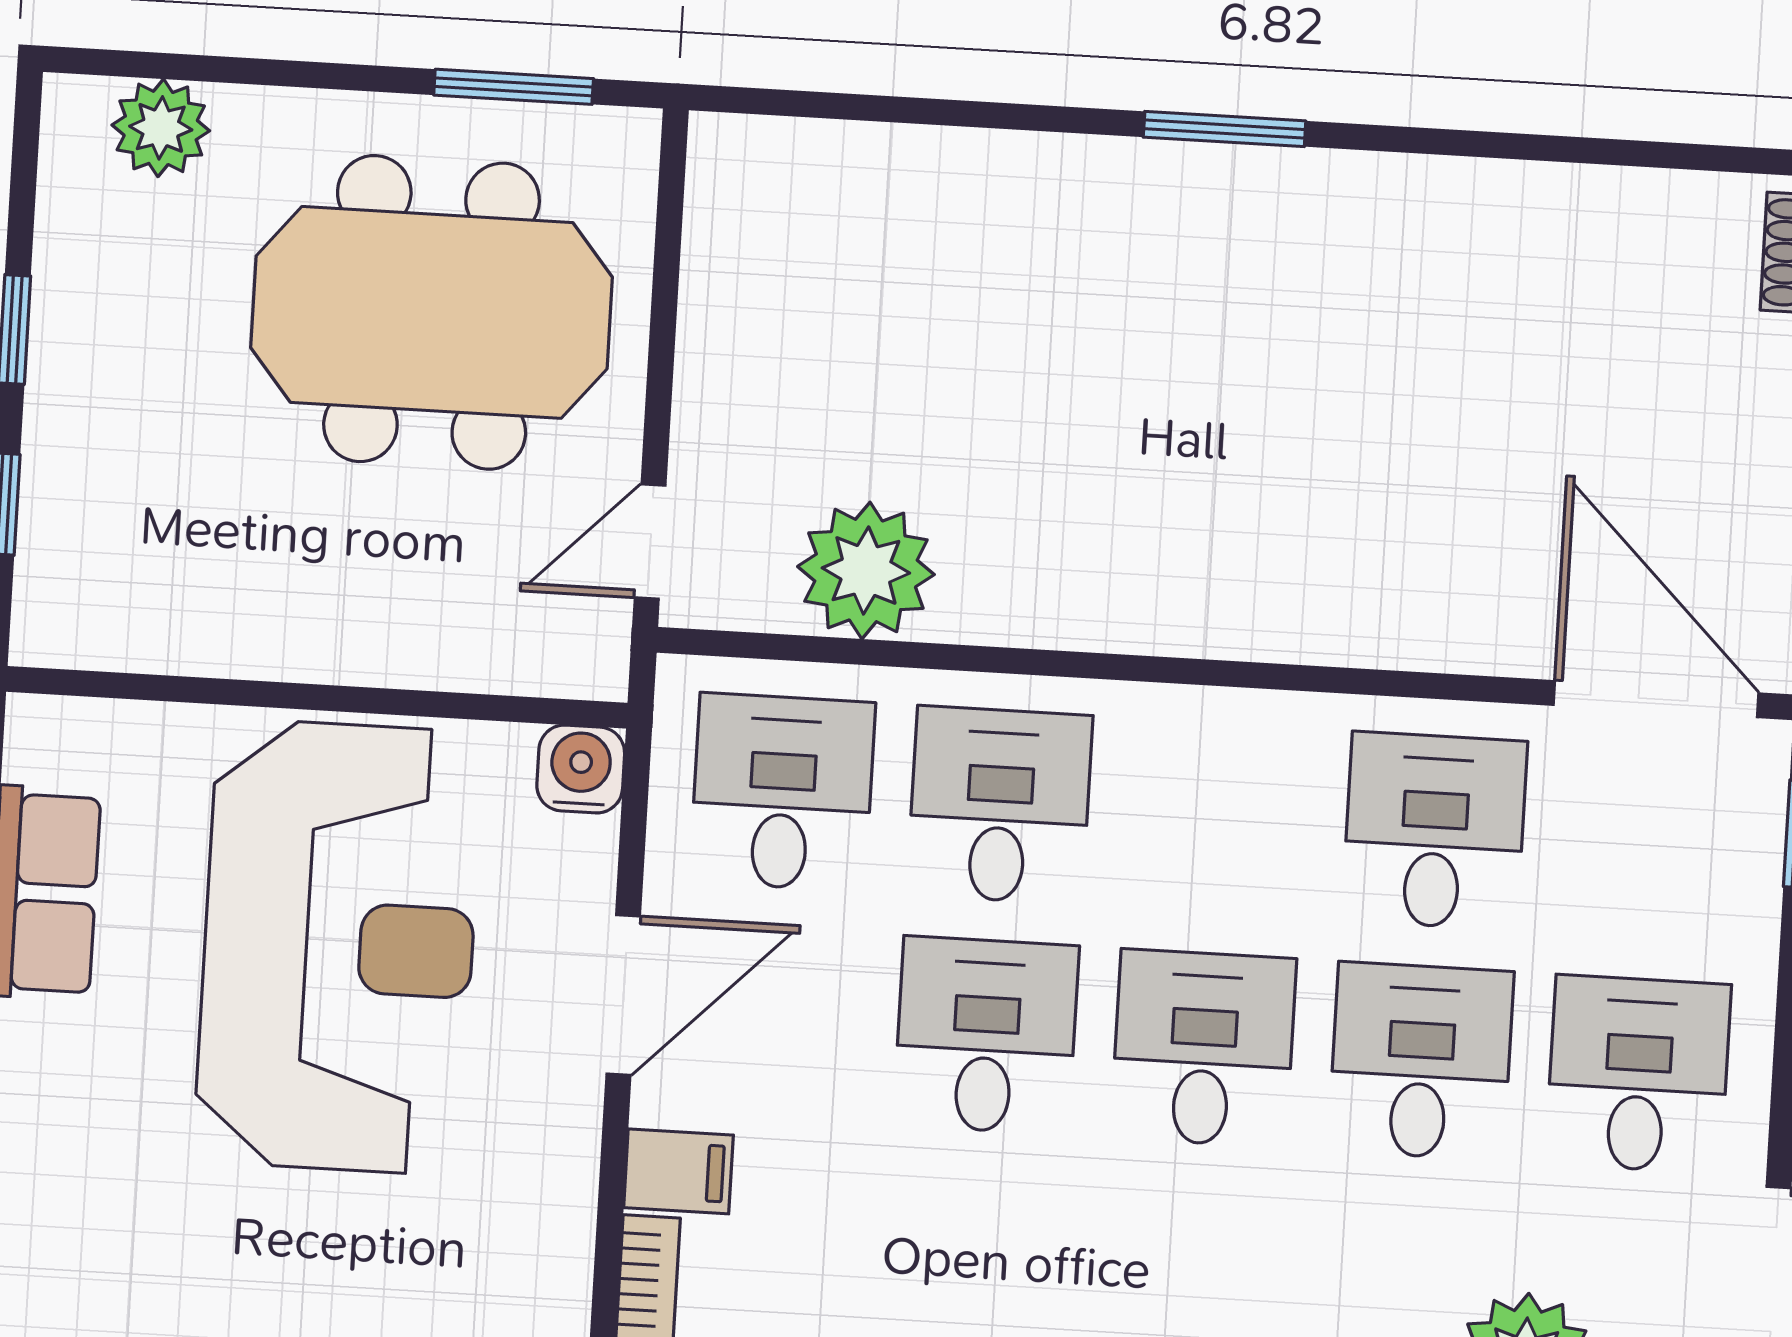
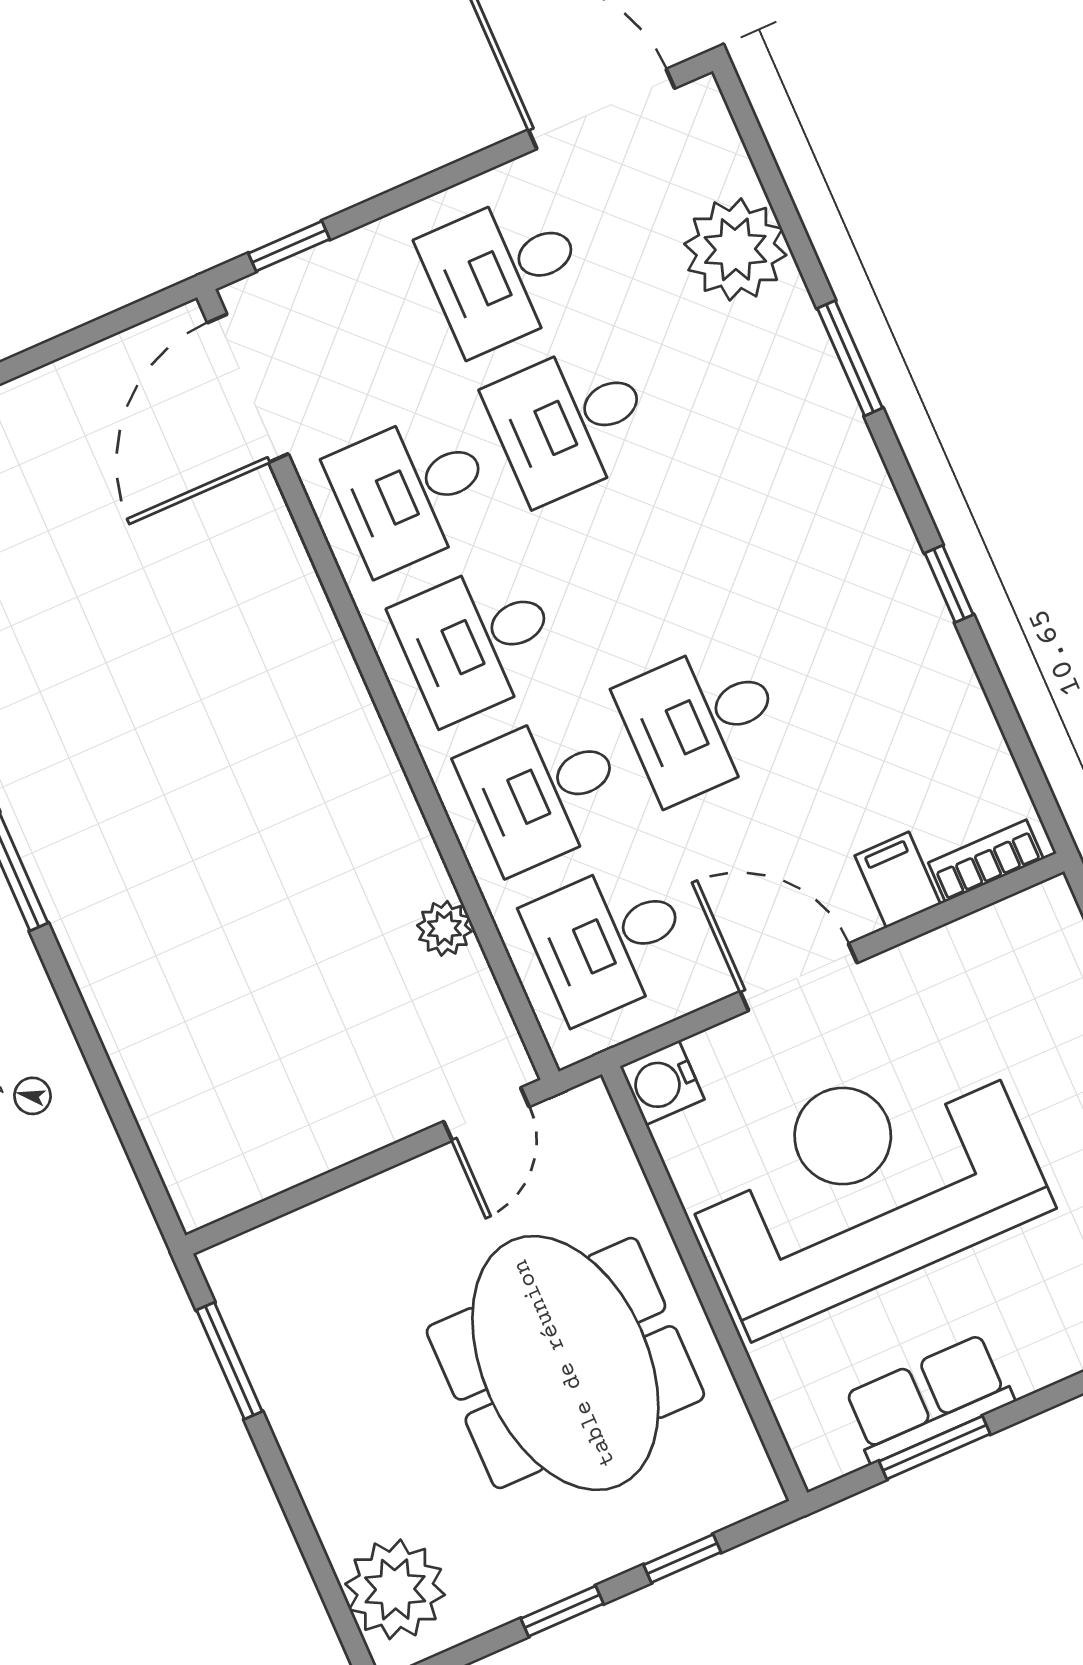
plant: (161, 128) -> (395, 1589), width x1.36, depth x1.36
meeting table: (432, 312) -> (565, 1363), moved
door: (650, 542) -> (486, 1114), hinge flipped
plant: (866, 571) -> (444, 928), width x0.53, depth x0.53
desk: (1203, 1048) -> (477, 641), moved

